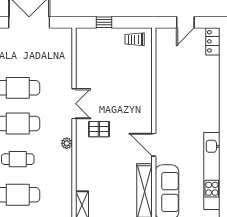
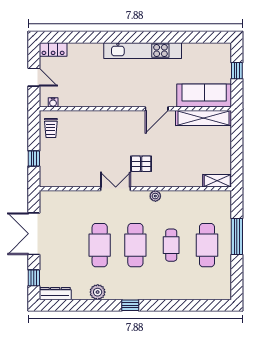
water cooler: (160, 41) -> (53, 102), added
pallet: (99, 129) -> (141, 164), turned 90
kitchen unit: (212, 171) -> (143, 51), moved

